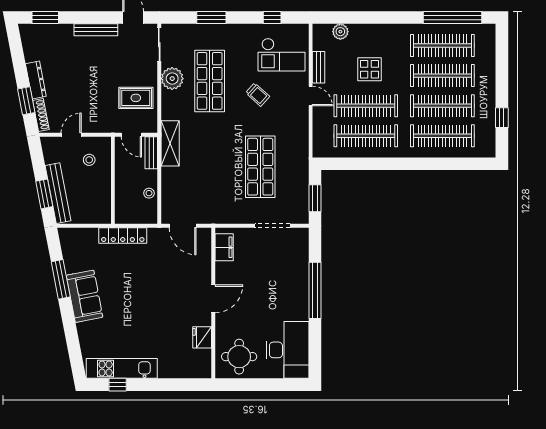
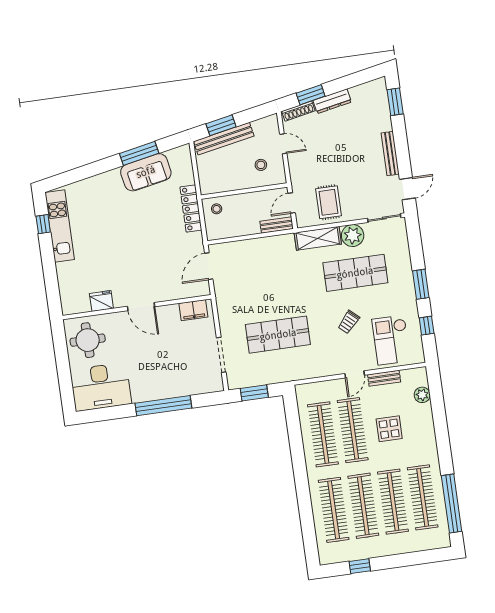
window: (211, 18) -> (421, 284), moved
shelving: (170, 143) -> (318, 238), moved
stool: (149, 193) -> (217, 209), moved
sofa: (85, 296) -> (146, 172), moved

